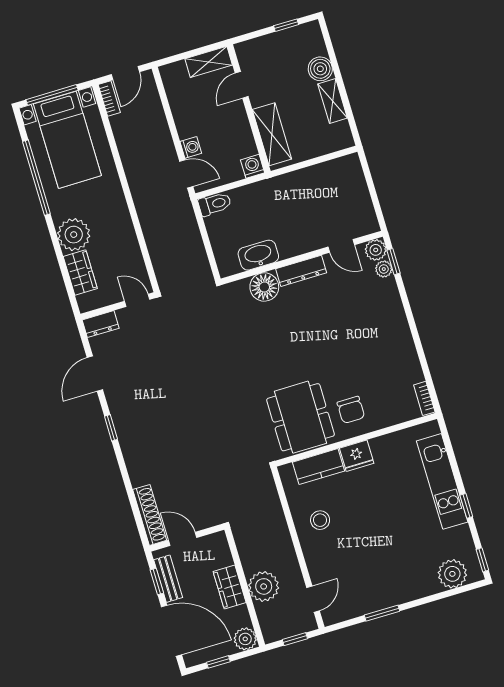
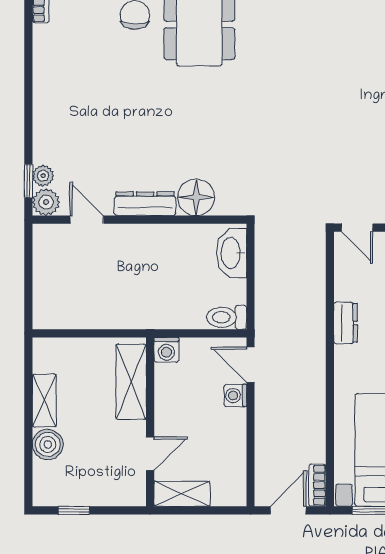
dresser: (124, 226) -> (346, 323), added
washbasin: (258, 255) -> (231, 253), moved, turned 90

